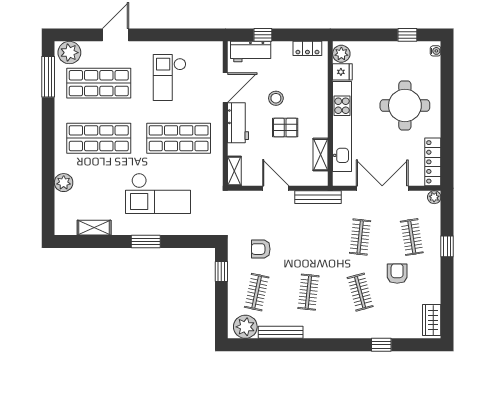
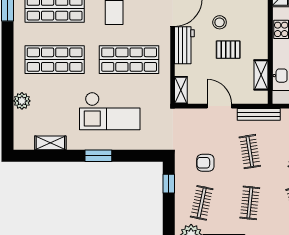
clothes rail: (308, 237) -> (250, 152), added

